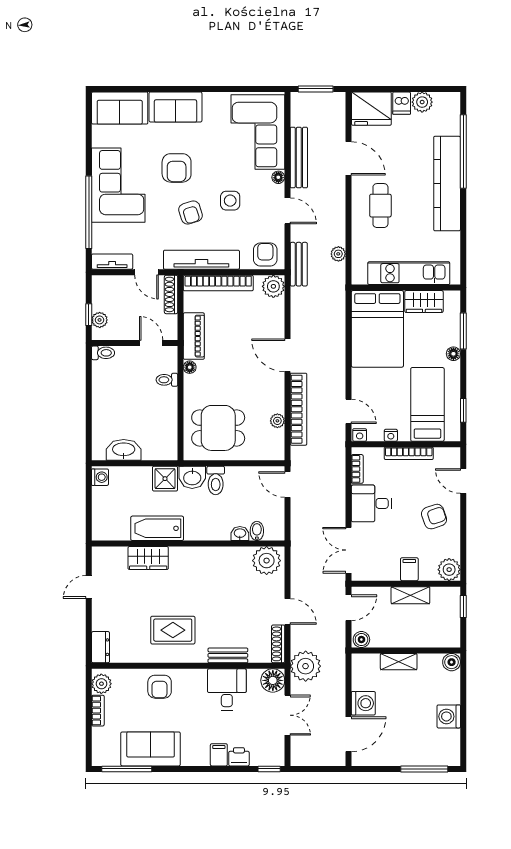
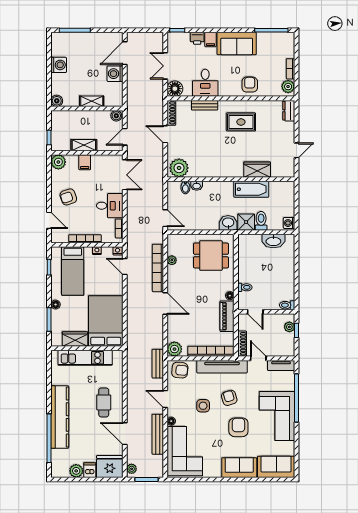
plant: (338, 254) -> (132, 469), moved
armchair: (265, 255) -> (180, 370), turned -85
toilet: (216, 480) -> (261, 221), moved
plant: (306, 666) -> (153, 98), removed
sofa: (151, 749) -> (237, 43), moved

